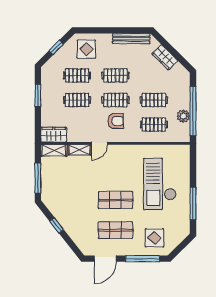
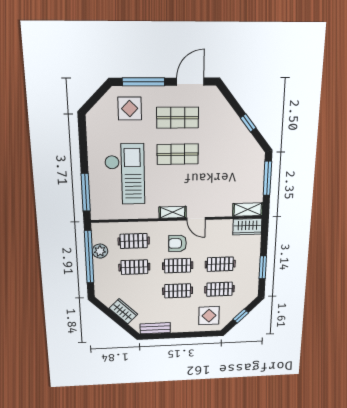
bench: (131, 39) -> (155, 328), width x0.73
door: (99, 143) -> (196, 219), swing flipped
shelving: (80, 150) -> (173, 212), moved
window: (193, 204) -> (86, 192), moved

